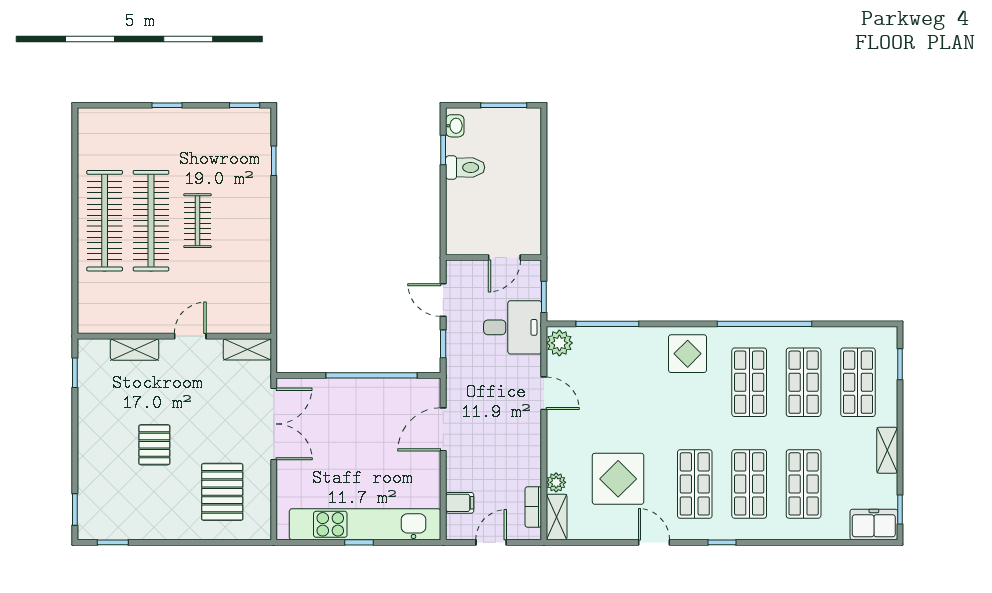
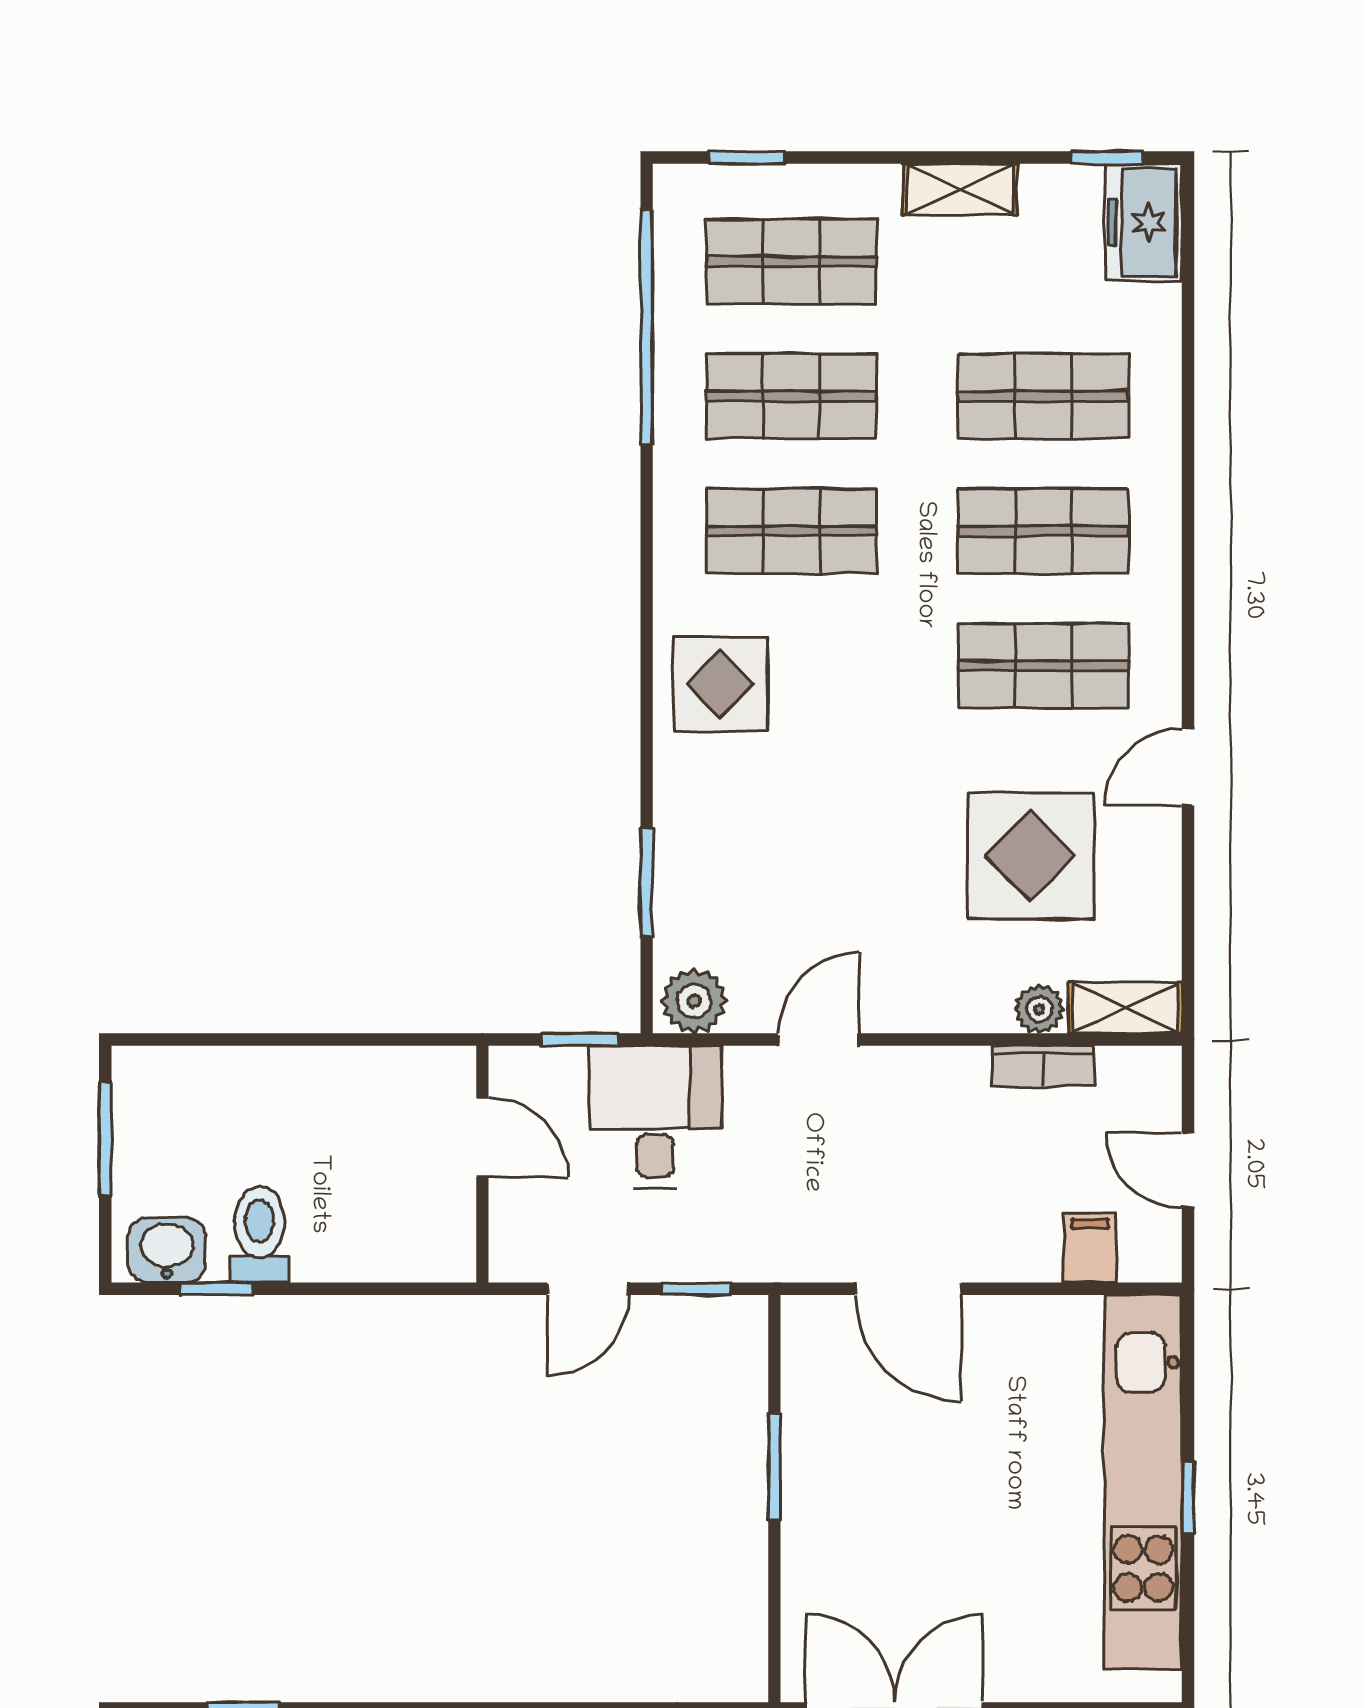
washbasin: (455, 126) -> (167, 1250), width x1.38, depth x1.45
window: (607, 324) -> (647, 882), width x0.69
window: (765, 324) -> (647, 327), moved
window: (372, 375) -> (774, 1466), width x0.47
bookcase: (533, 507) -> (1043, 1066), moved
window: (722, 542) -> (1188, 598), removed

